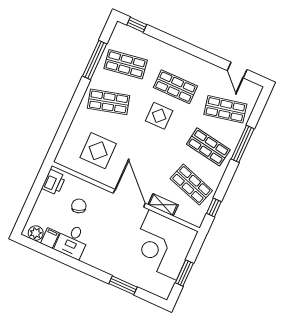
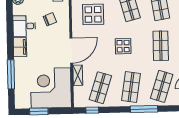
shop shelf: (225, 109) -> (162, 86), turned 30
display table: (159, 116) -> (123, 46), moved
filing cabinet: (50, 238) -> (20, 47), moved, width x2.00
window: (123, 285) -> (11, 74), width x1.44

